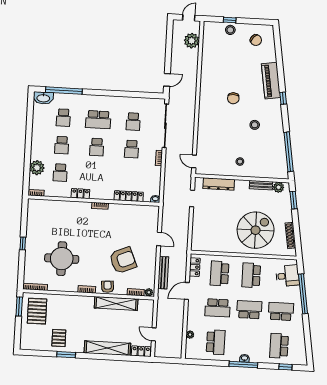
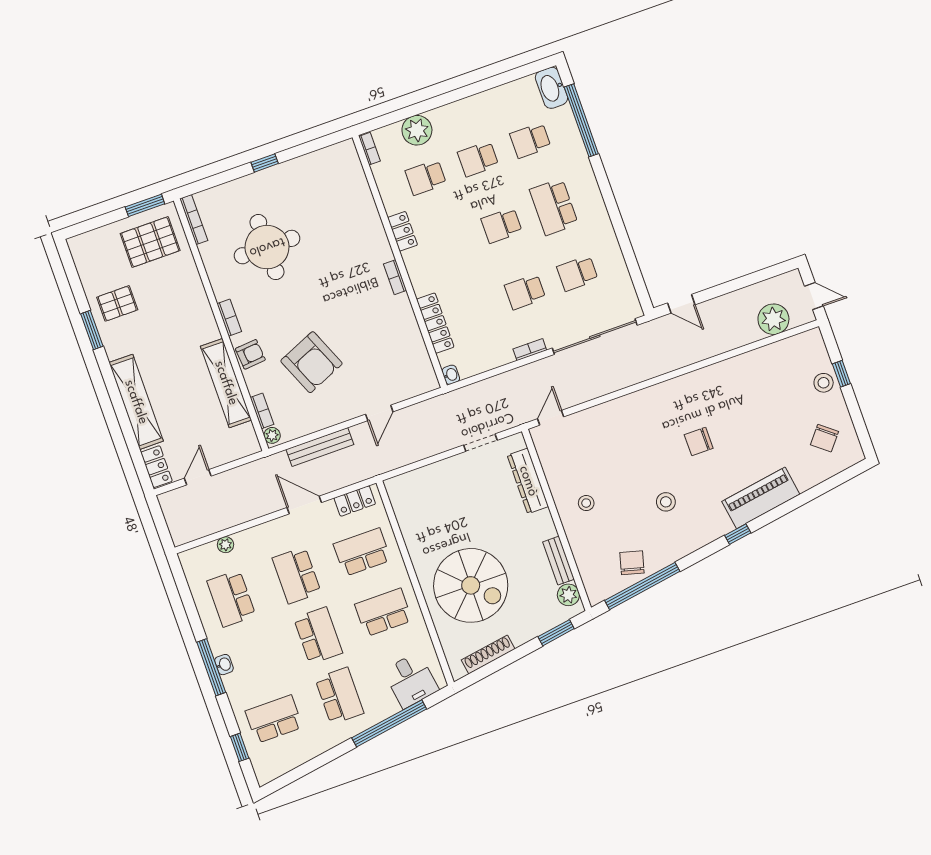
chair: (276, 152) -> (632, 563), added
school desk: (216, 342) -> (231, 598), turned 90

